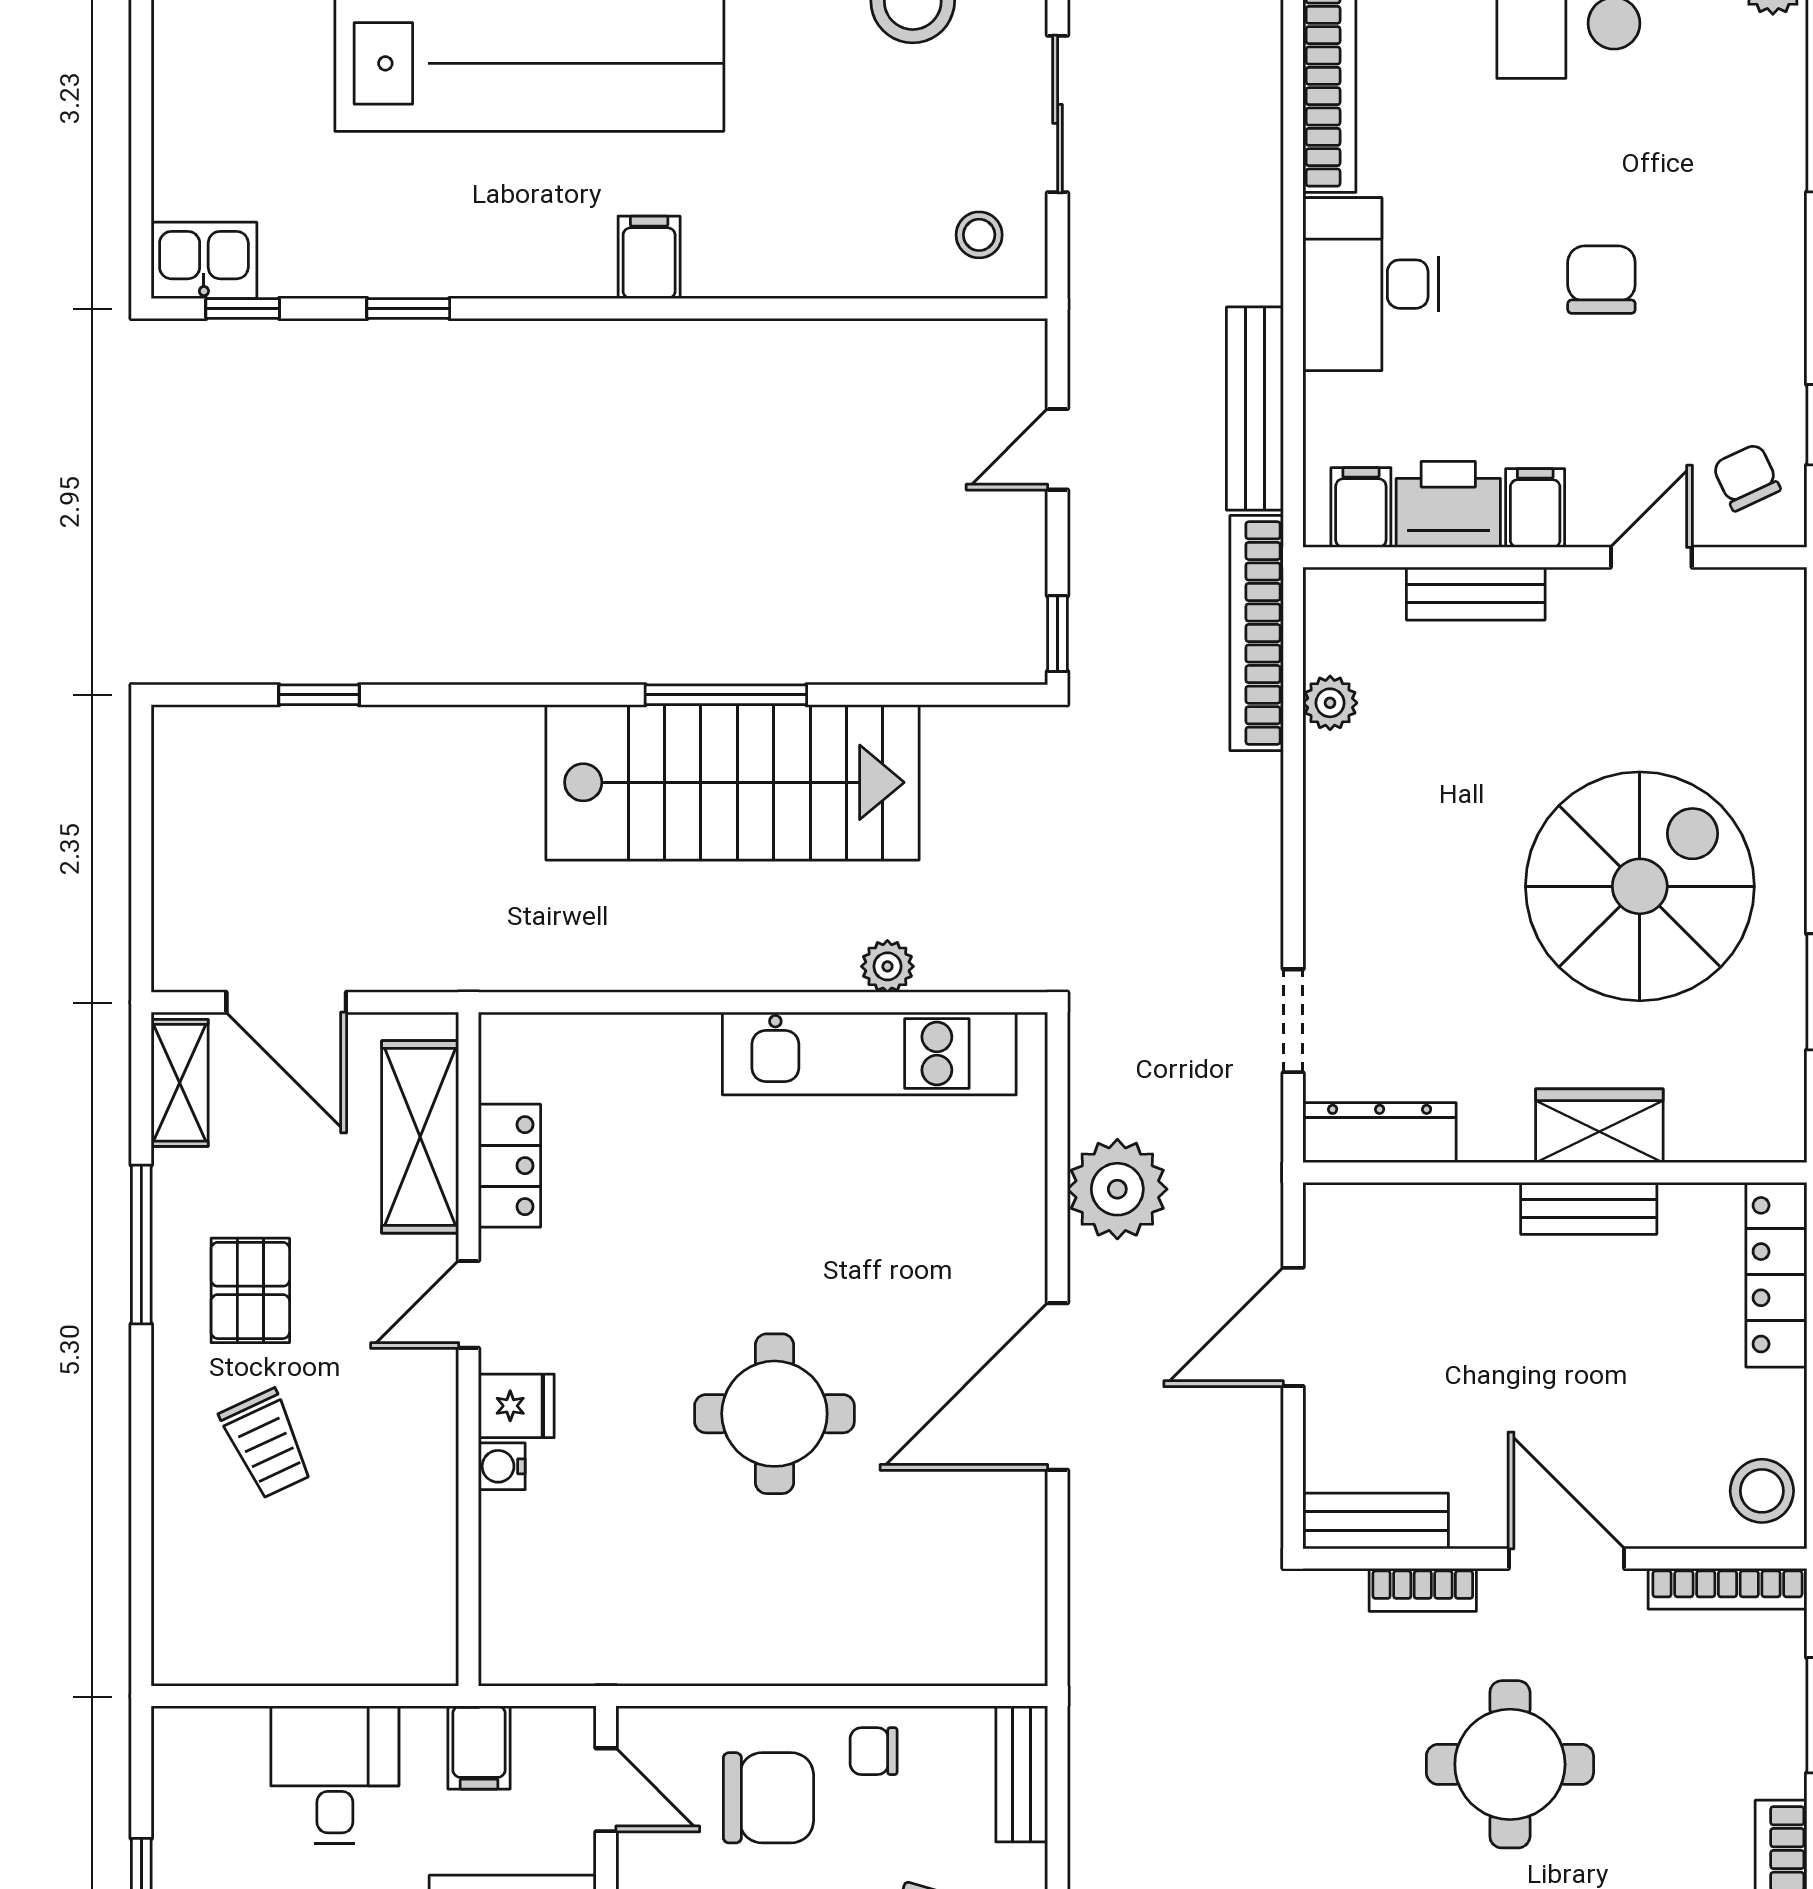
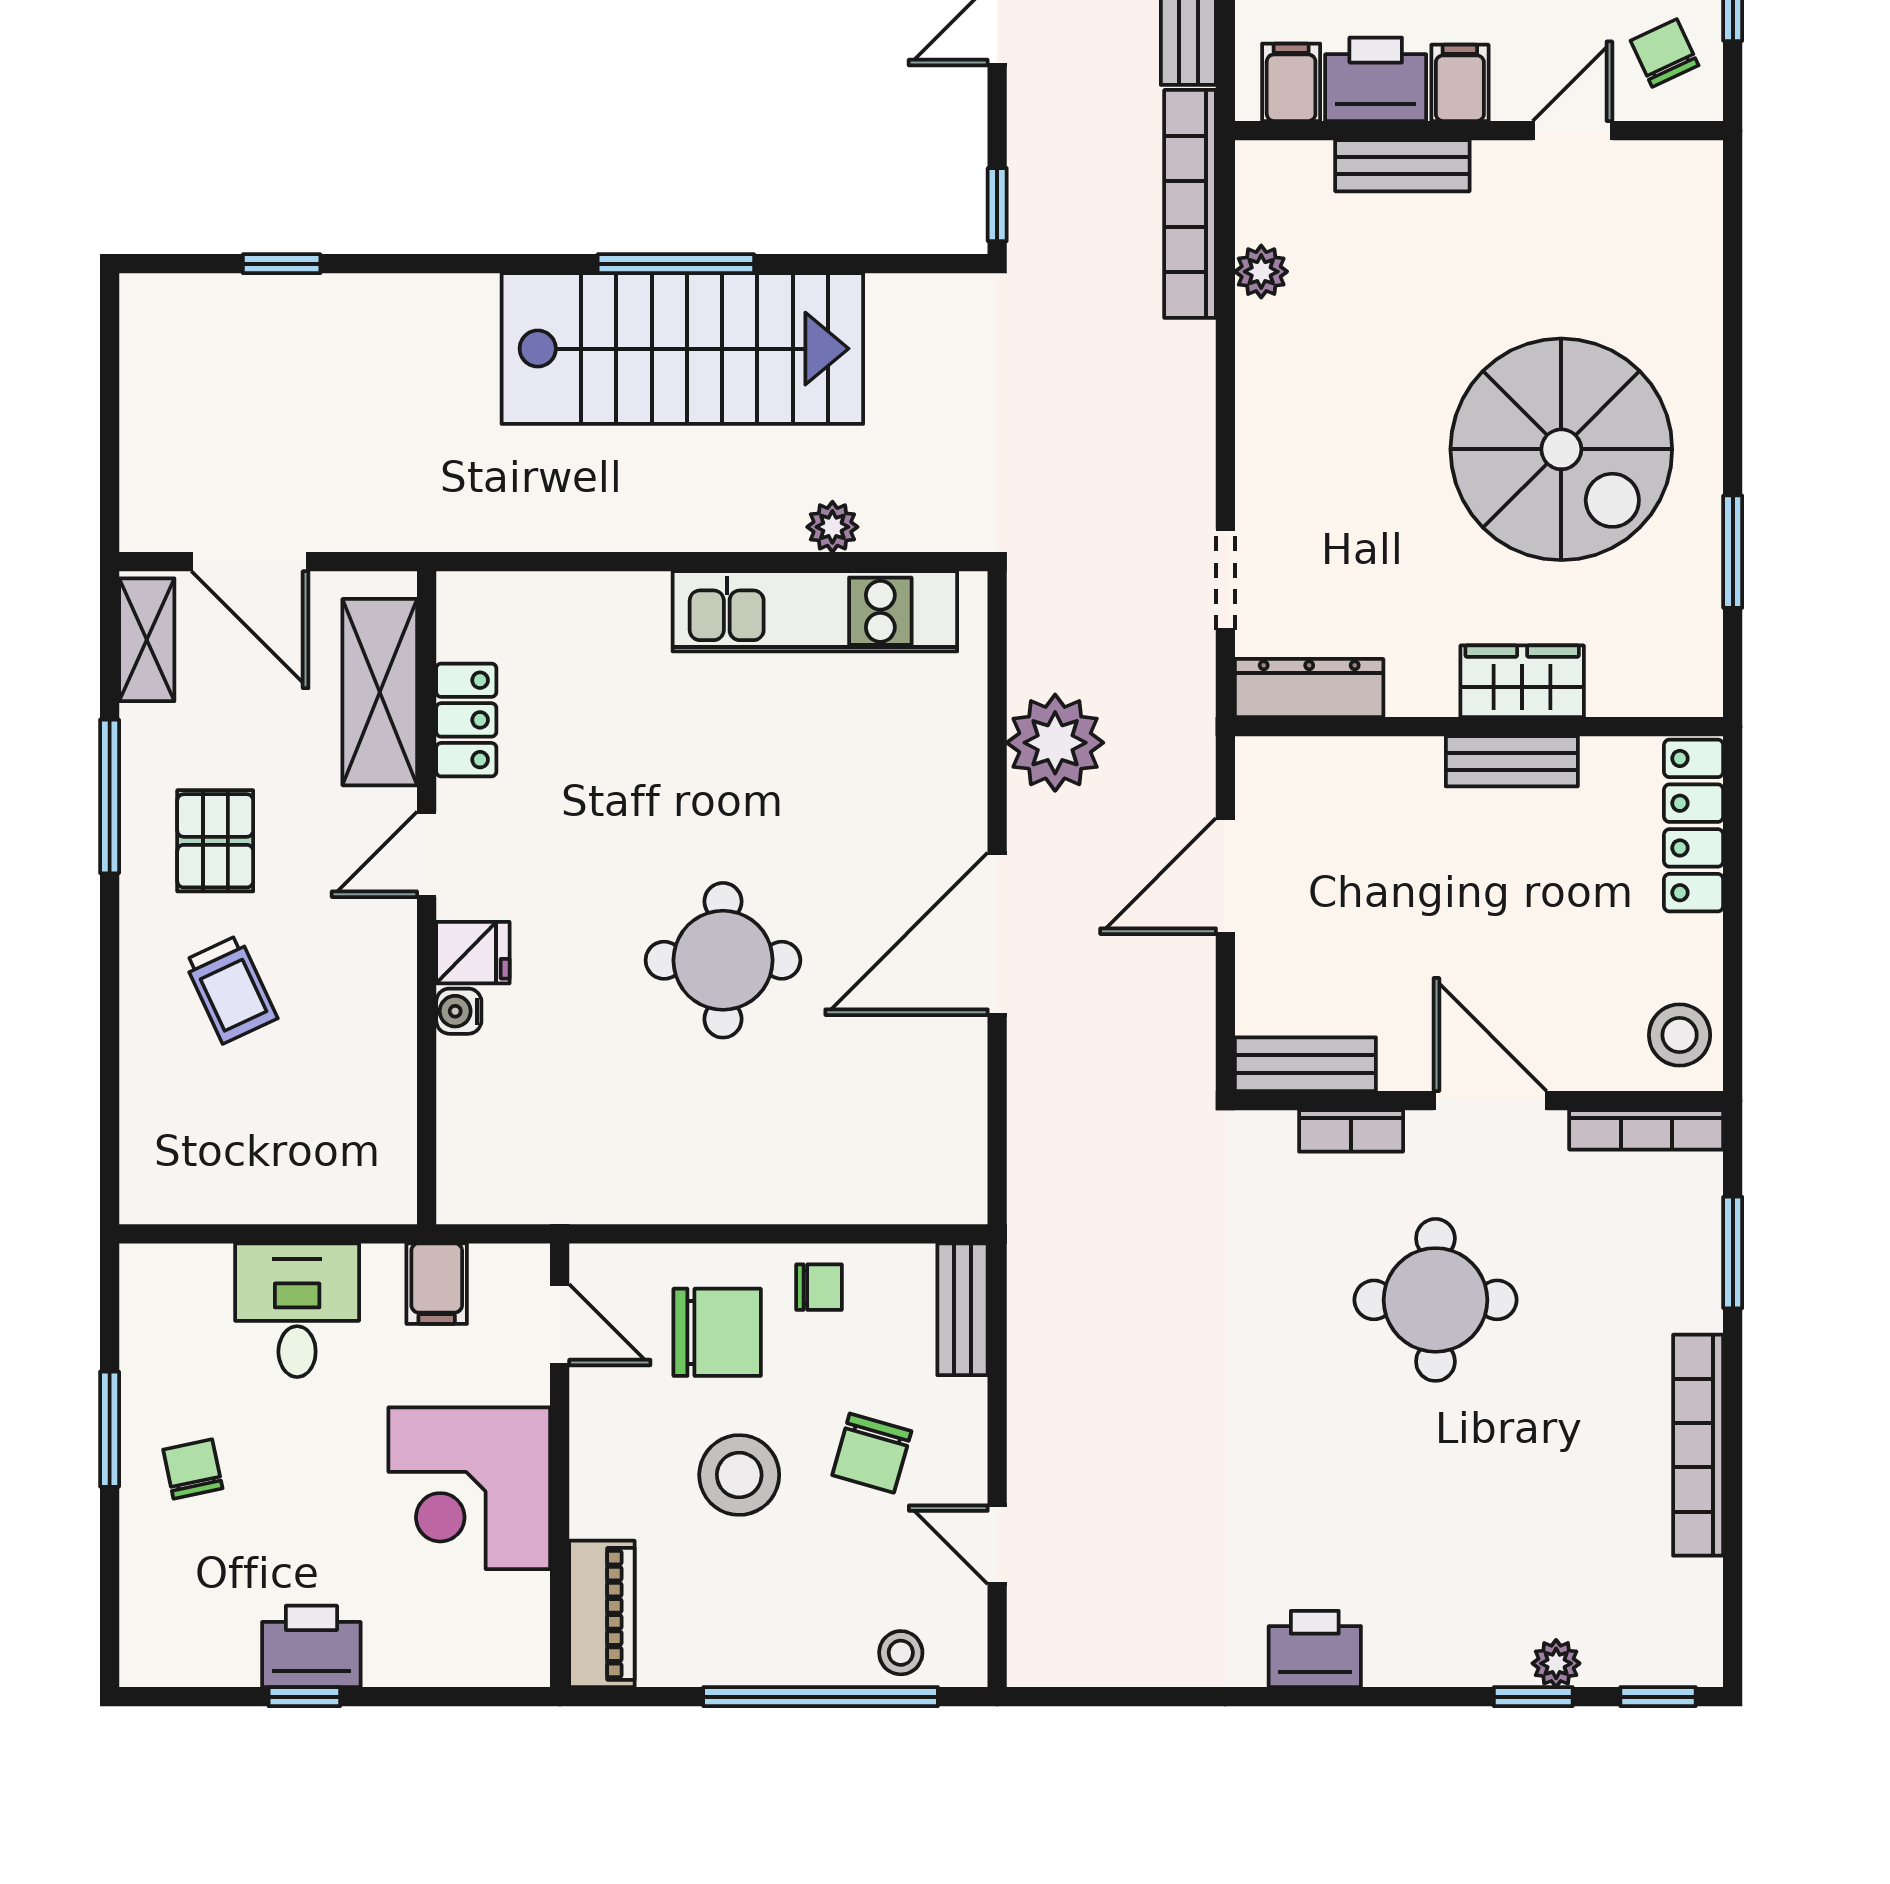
spiral stairs: (1640, 886) -> (1561, 449), turned 90
chair: (874, 1751) -> (819, 1287), turned 180

